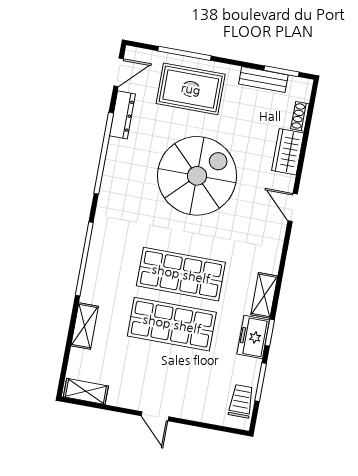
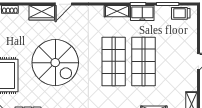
wardrobe: (288, 152) -> (42, 13), moved
spiral stairs: (197, 176) -> (55, 63), turned 180

